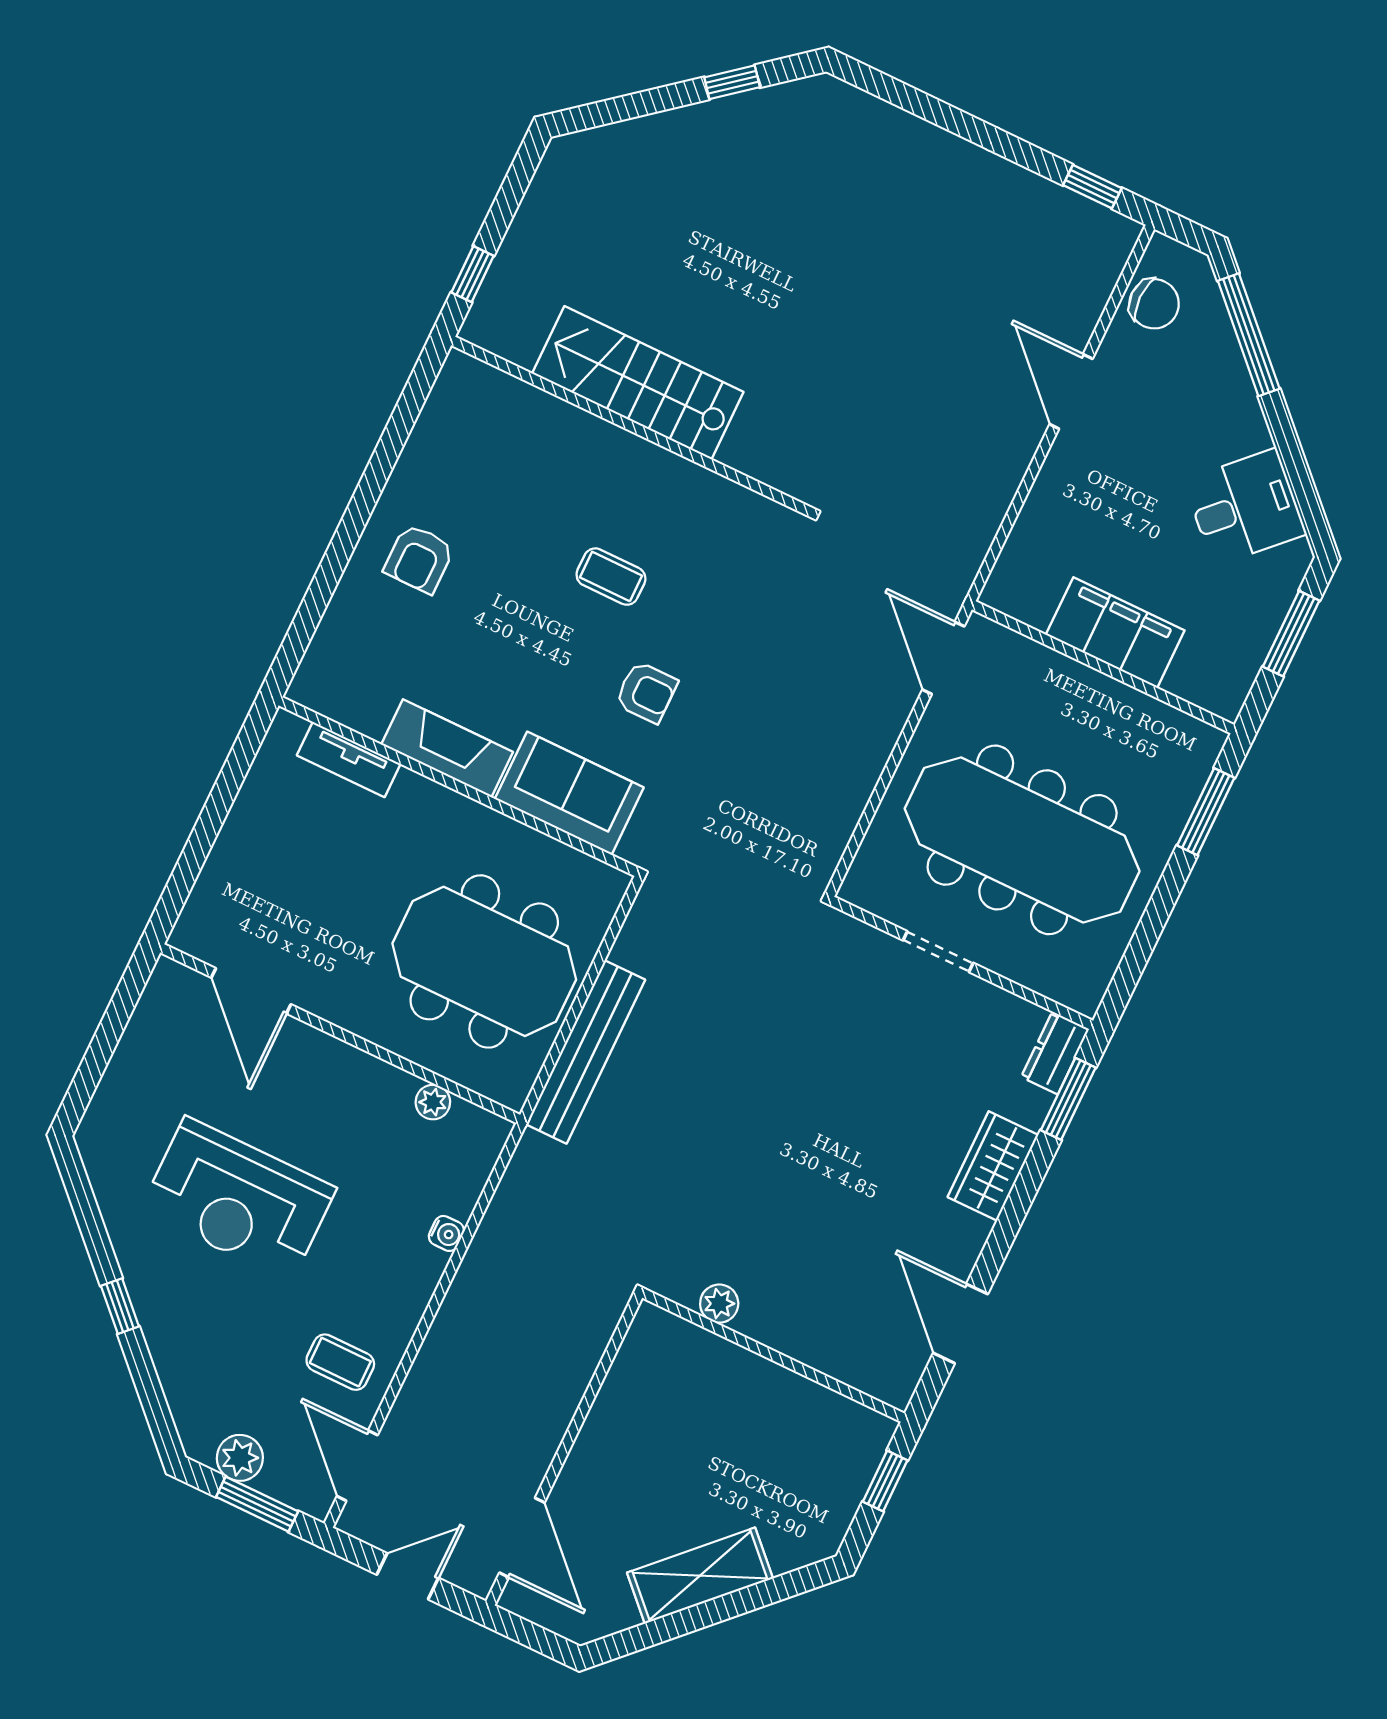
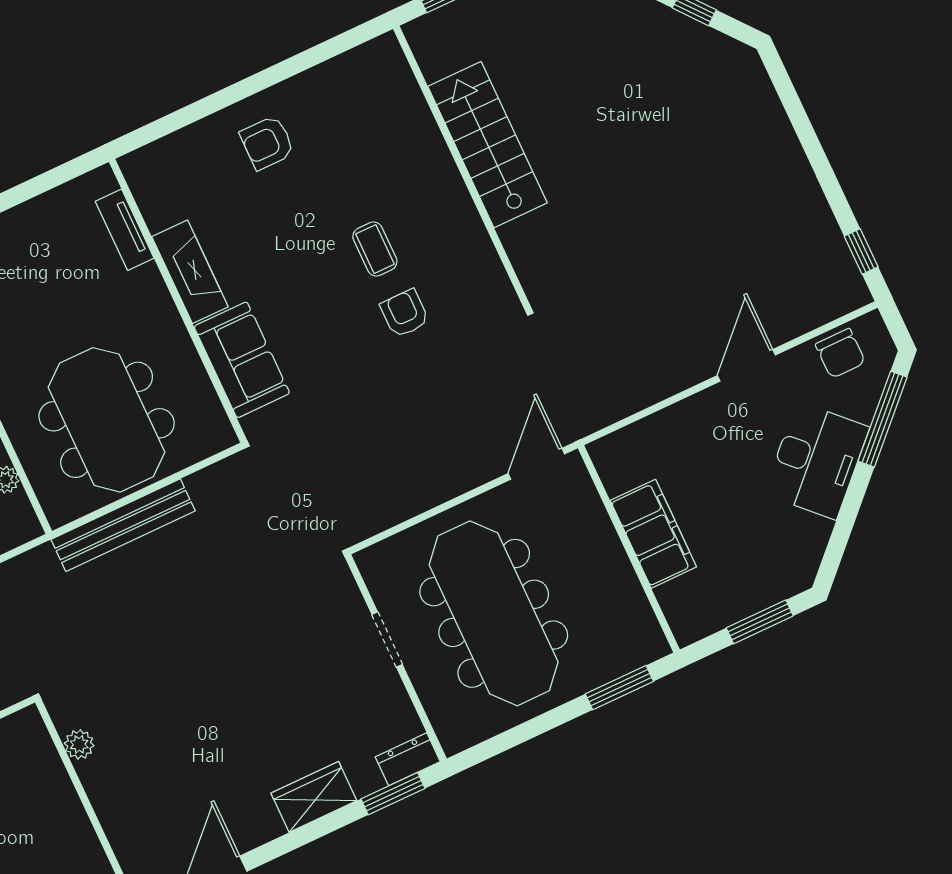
desk: (1245, 507) -> (817, 461), moved, width x1.37
armchair: (646, 692) -> (405, 313), moved, turned 180

